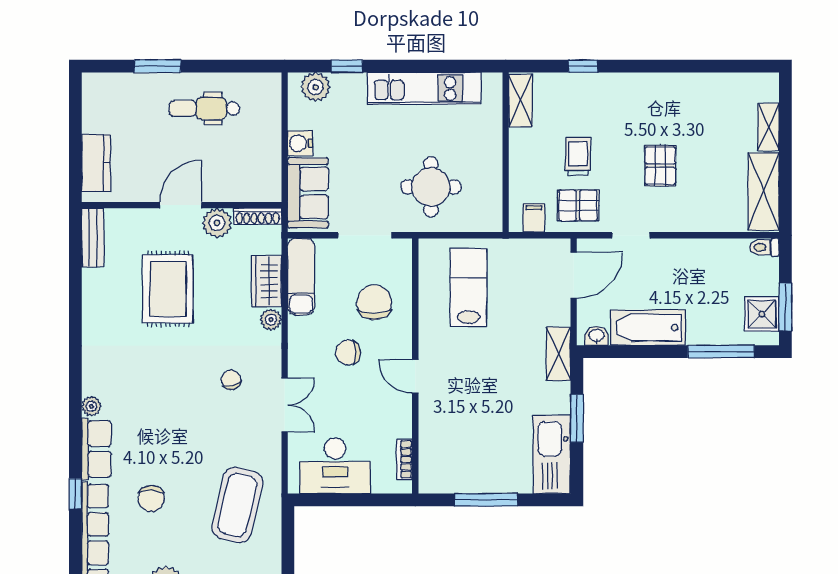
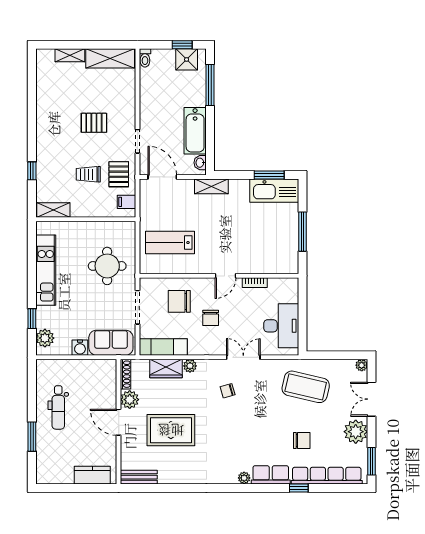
window: (785, 307) -> (182, 45), width x0.67
window: (577, 418) -> (269, 175), moved
bookcase: (404, 459) -> (255, 283), moved

